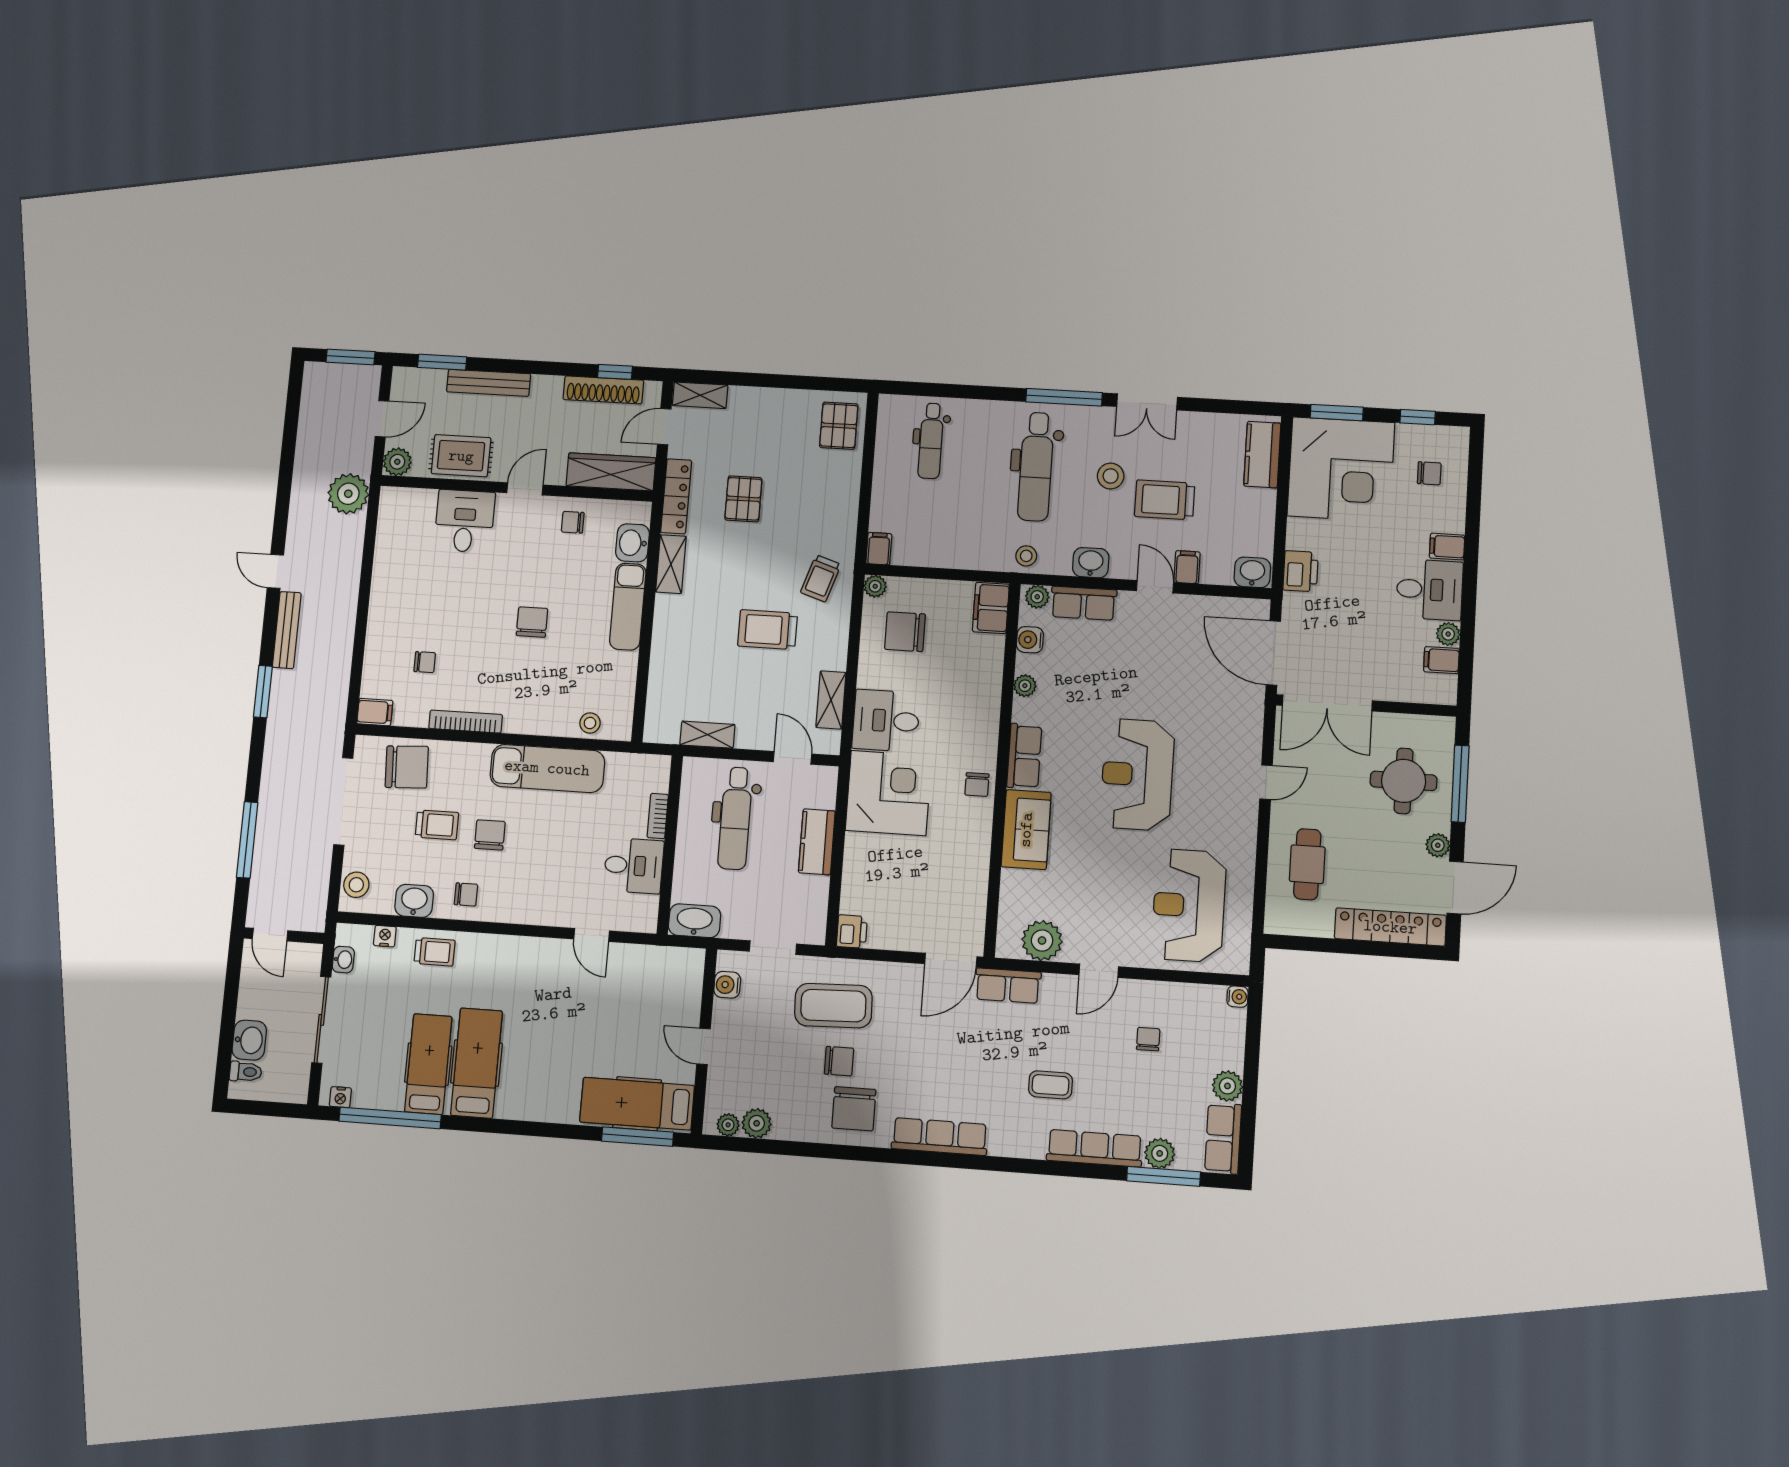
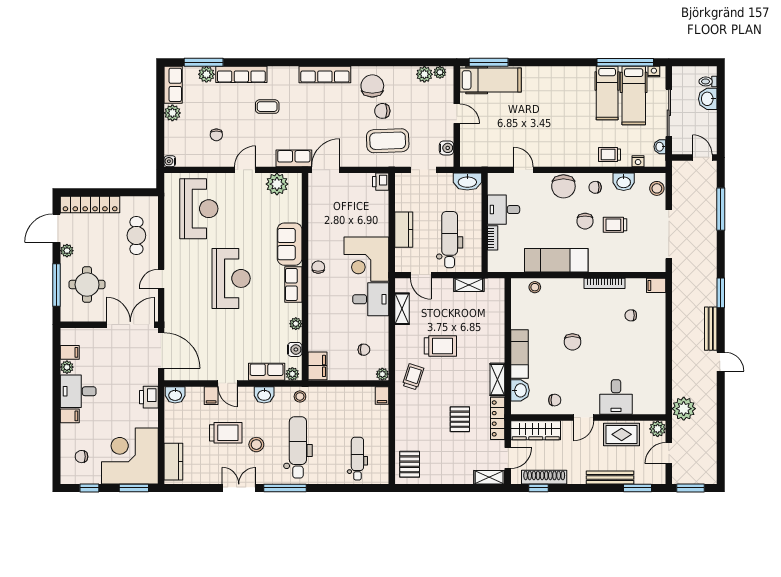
chair: (905, 632) -> (364, 350), width x0.54, depth x0.54
chair: (407, 767) -> (563, 186), moved, turned -87
hospital bed: (476, 1063) -> (634, 95), moved

